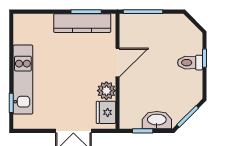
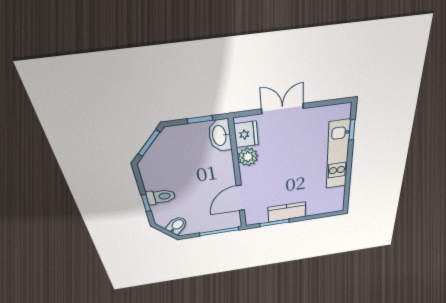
kitchen counter: (82, 23) -> (287, 212), width x0.67
bidet: (182, 27) -> (177, 225), added
door: (118, 62) -> (240, 198), moved
washbasin: (157, 120) -> (220, 136), moved, turned 90

